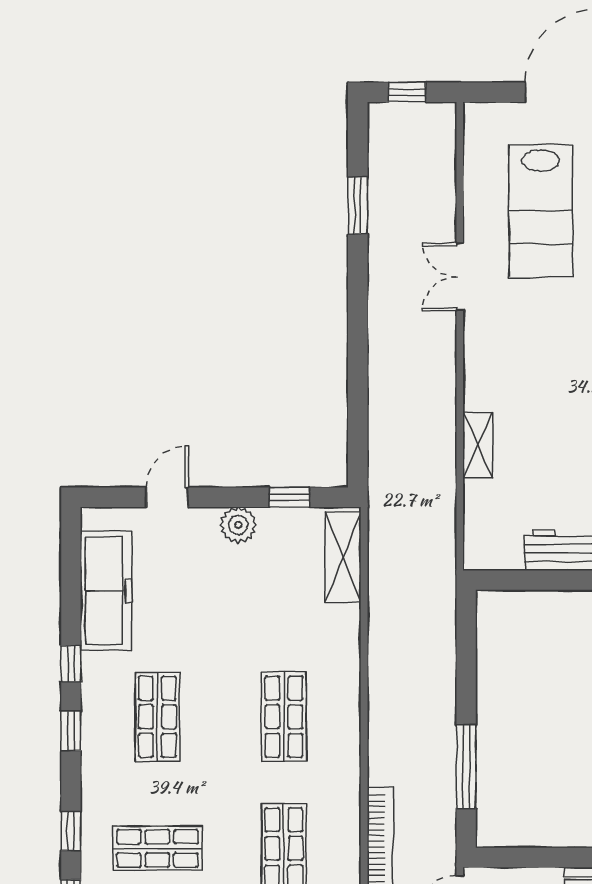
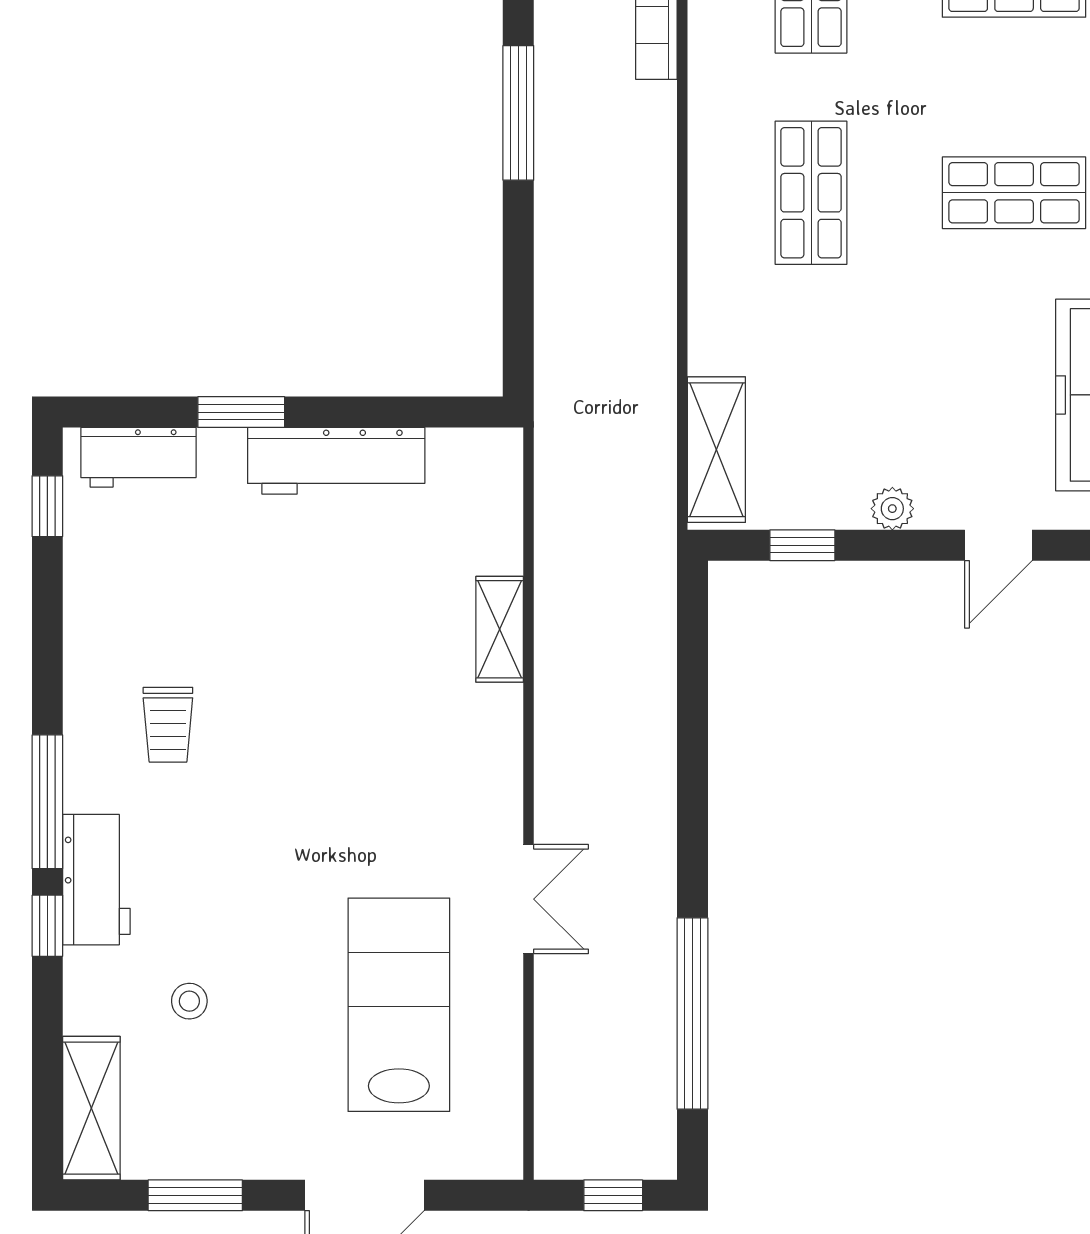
window: (358, 206) -> (692, 1013), width x2.11
plant: (238, 525) -> (892, 509), width x0.73, depth x0.73
shop shelf: (157, 717) -> (1014, 193), turned 90

